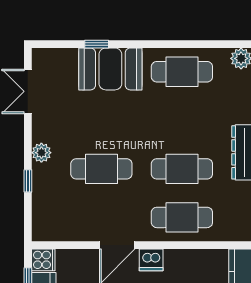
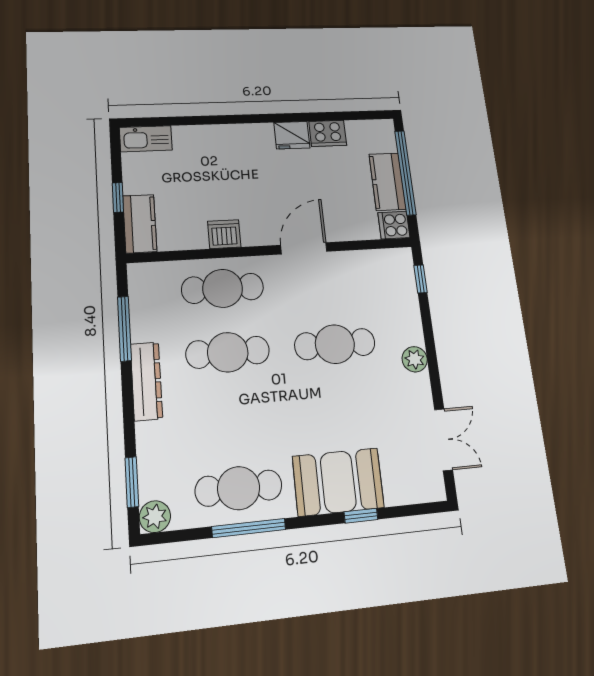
window: (177, 44) -> (249, 528), added
window: (28, 181) -> (421, 279), moved
dishwasher: (151, 260) -> (224, 234), moved

